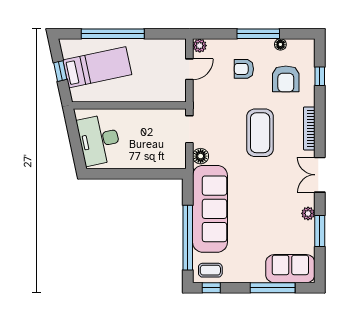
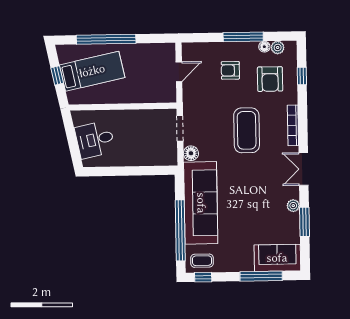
plant: (200, 46) -> (278, 47), moved
desk: (99, 140) -> (95, 140), width x0.73

